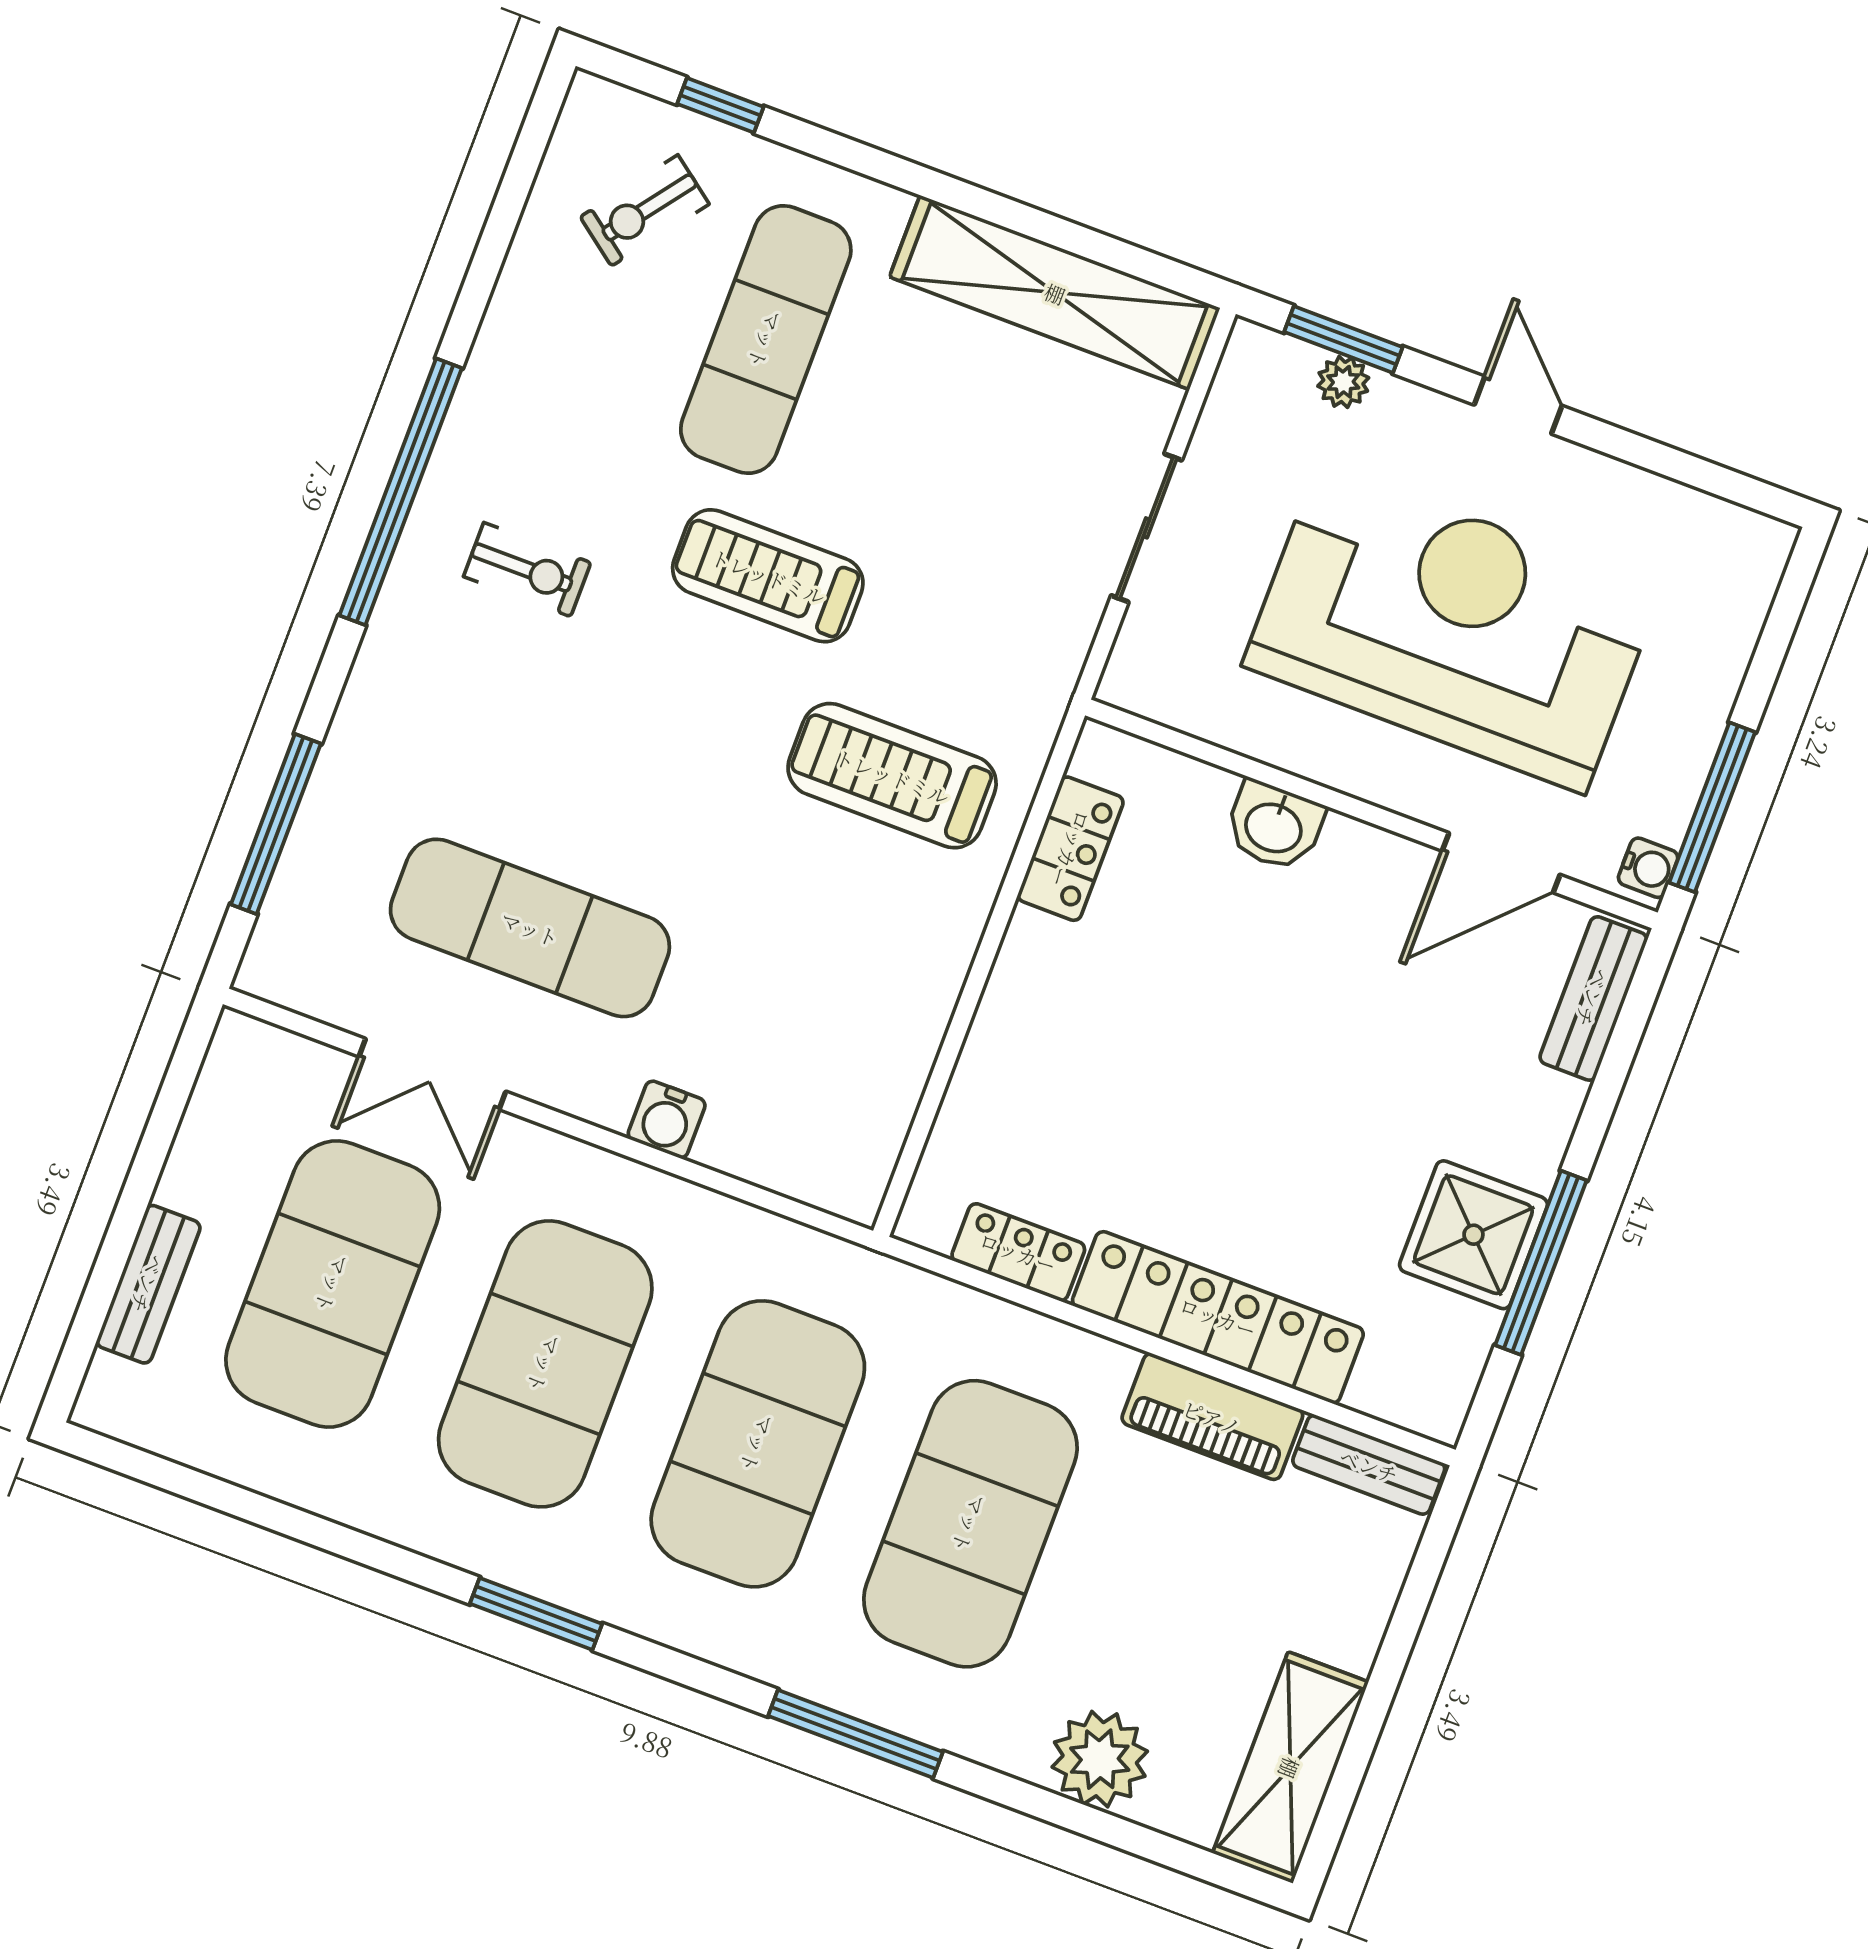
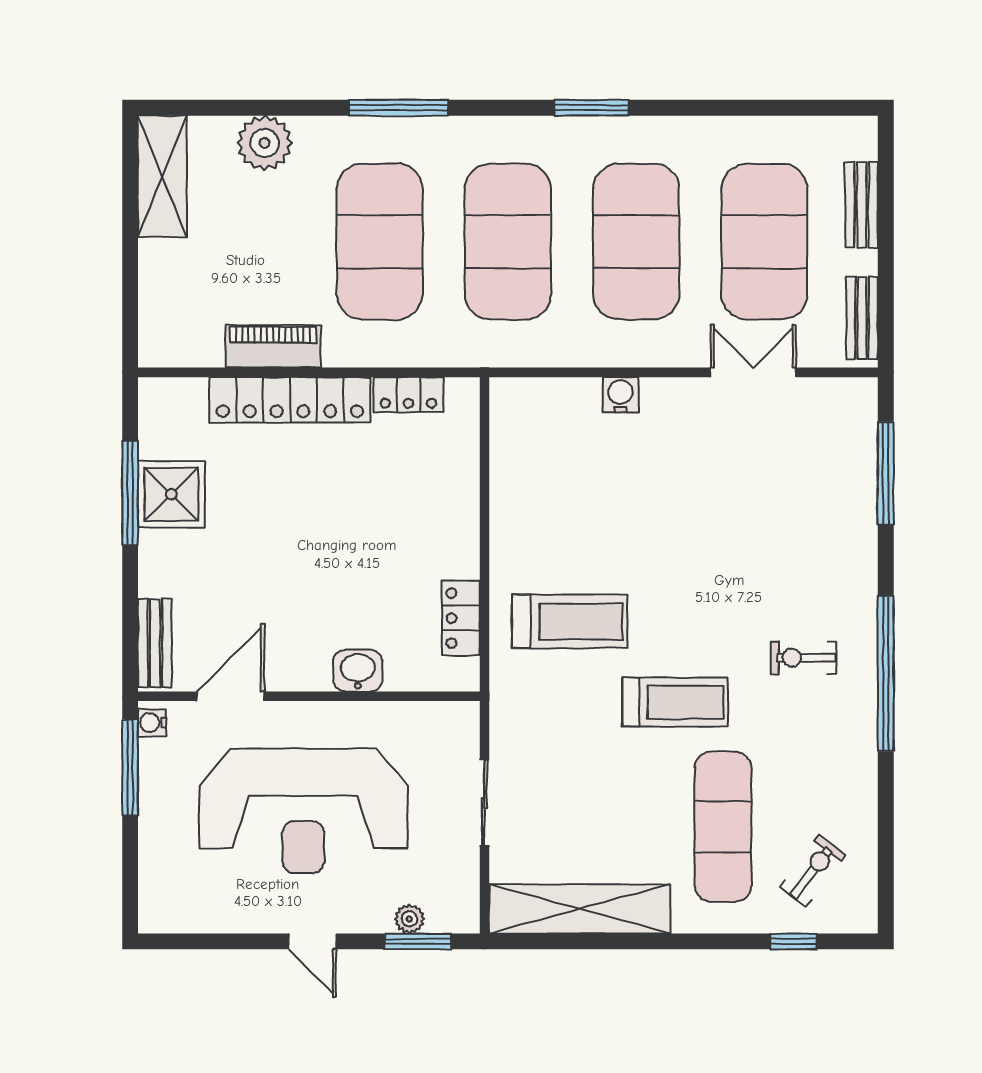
exercise mat: (530, 928) -> (731, 469), removed
bench: (1369, 1465) -> (862, 318), moved, turned 90

